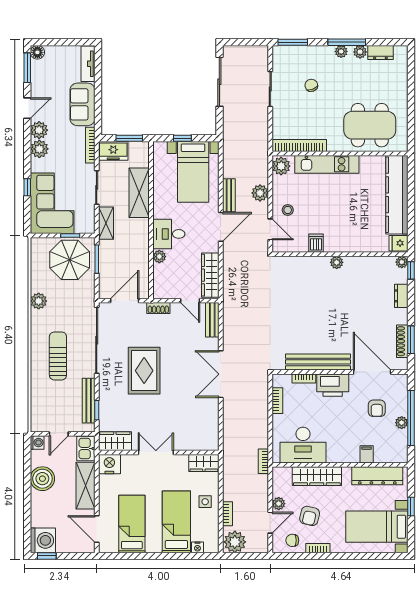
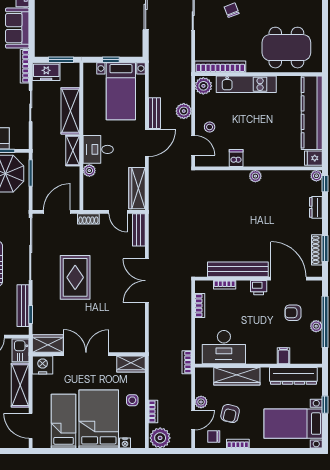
shelving: (106, 223) -> (73, 151), moved
printer: (333, 385) -> (259, 288), width x0.53, depth x0.68
armchair: (377, 408) -> (293, 313), turned 90
double door: (156, 452) -> (86, 354), width x1.37
bed: (176, 522) -> (99, 419), width x1.50

